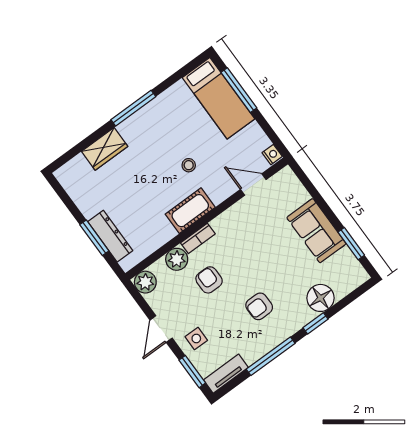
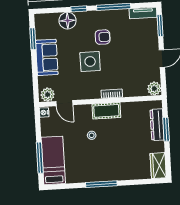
wardrobe: (105, 149) -> (158, 166), moved, turned -90
plant: (177, 259) -> (48, 95), moved
armchair: (209, 280) -> (120, 68), removed
side table: (196, 338) -> (90, 61), moved, width x1.87, depth x1.87

